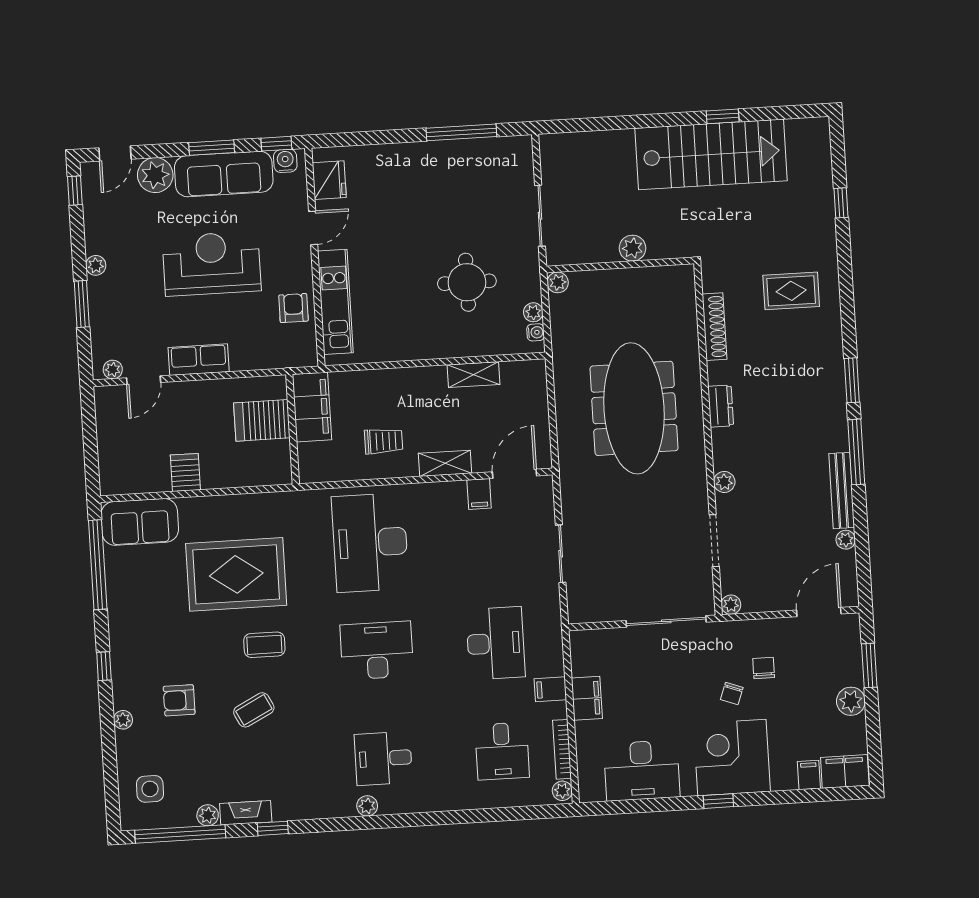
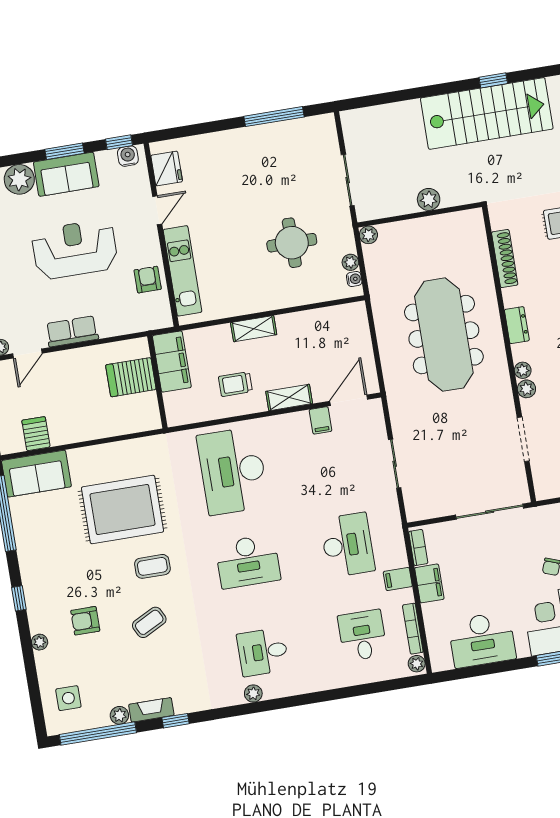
sofa: (224, 174) -> (66, 174), width x0.73
shelving: (473, 375) -> (254, 329), moved
trolley: (384, 441) -> (235, 384), turned 180
server rack: (185, 473) -> (36, 434), moved
plant: (731, 605) -> (523, 370), moved
desk: (377, 650) -> (248, 561), turned 180
bookcase: (578, 655) -> (418, 548), added
desk: (502, 751) -> (362, 635), turned 180

